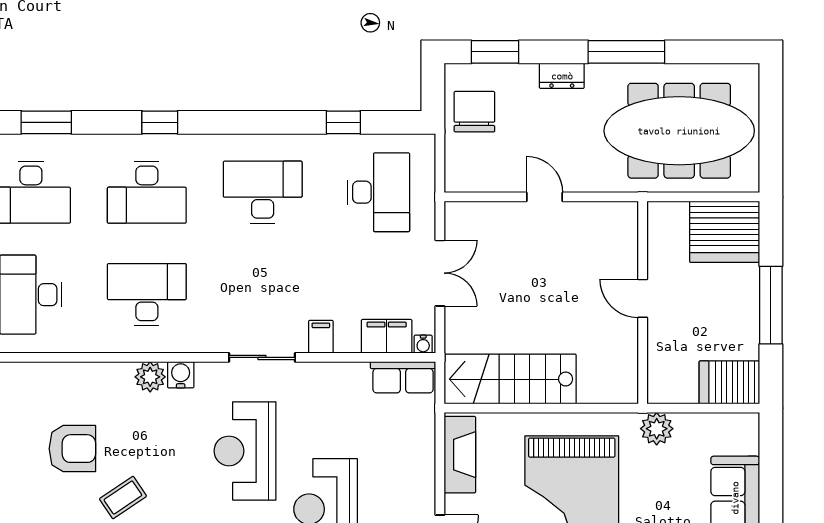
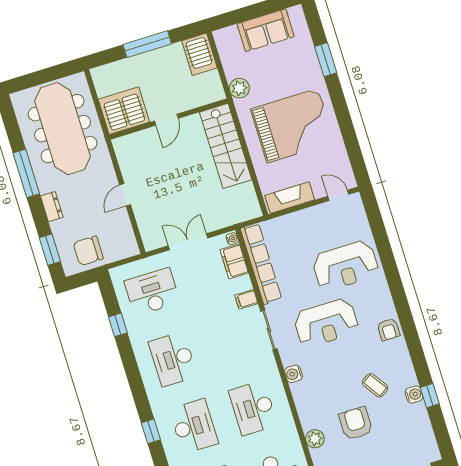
server rack: (725, 232) -> (124, 111), moved, turned -90
plant: (150, 377) -> (315, 439), moved
row of seats: (403, 377) -> (261, 264), width x2.02
stairs: (510, 379) -> (226, 146), moved

